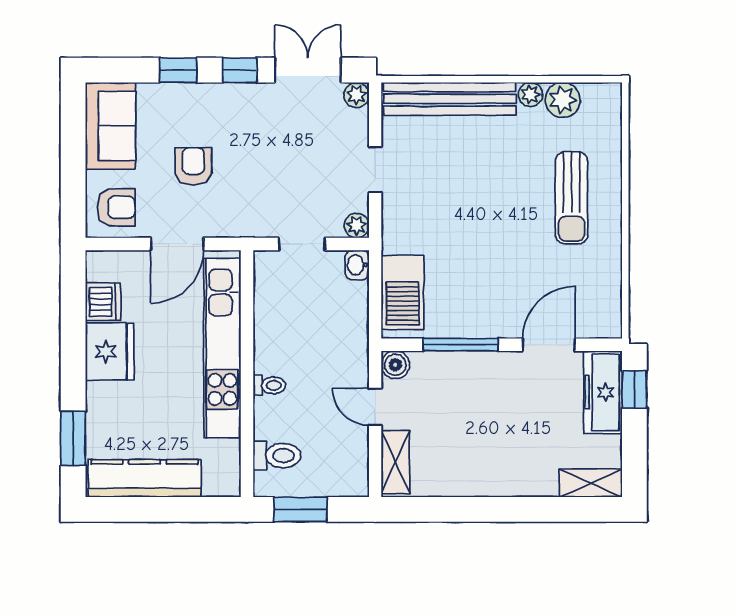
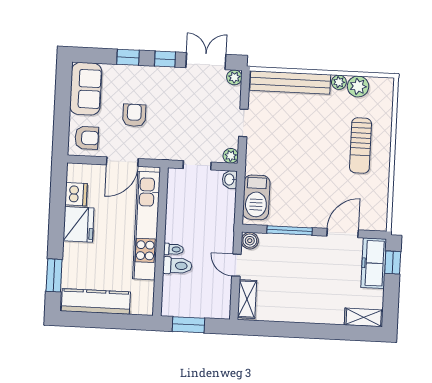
toilet: (277, 456) -> (177, 266), moved

